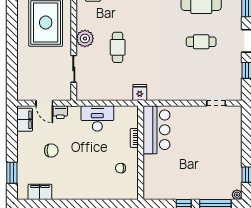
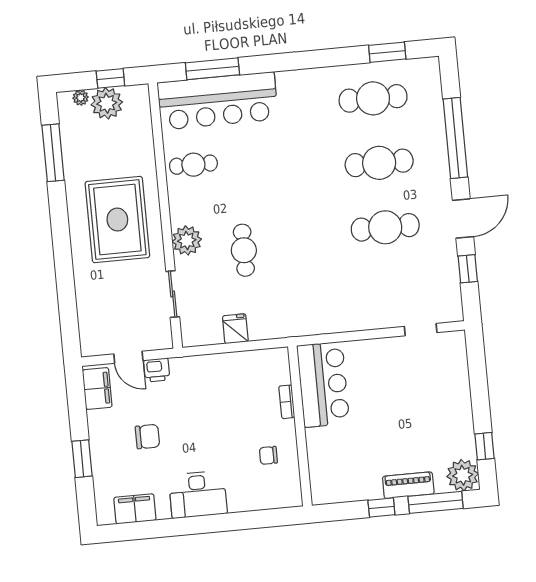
cafe table: (201, 42) -> (385, 227), width x1.37, depth x1.35
fridge: (140, 93) -> (235, 329), moved
desk: (97, 118) -> (198, 494), moved, turned 180
window: (12, 173) -> (82, 459), moved
piano: (200, 193) -> (408, 485), added
plant: (237, 195) -> (463, 475), width x1.88, depth x1.88

